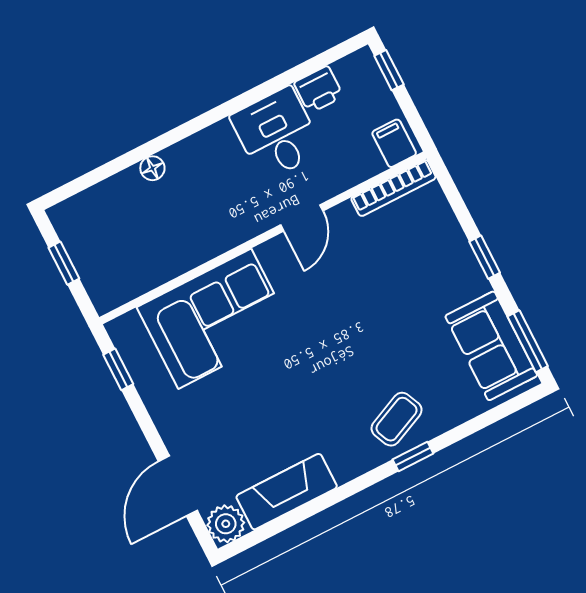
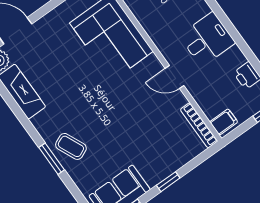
desk: (277, 134) -> (207, 39), moved
window: (413, 457) -> (52, 159), width x1.50

